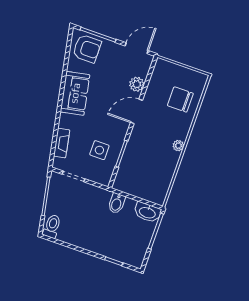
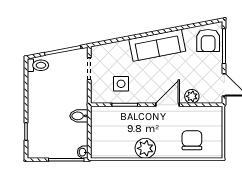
sofa: (75, 93) -> (157, 45), width x1.36
door: (137, 111) -> (167, 105), hinge flipped
fireplace: (62, 143) -> (116, 48), removed
plant: (178, 146) -> (145, 148), width x1.88, depth x1.88
washbasin: (147, 212) -> (83, 152), width x0.52, depth x0.69

